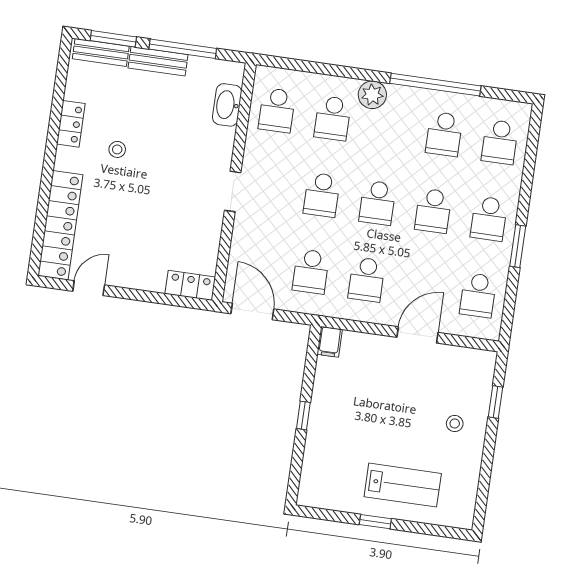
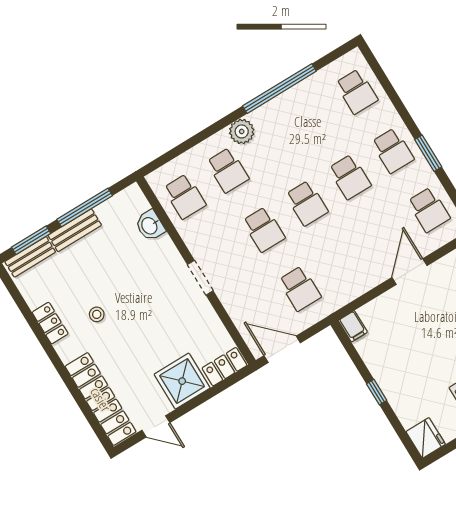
washbasin: (227, 105) -> (150, 225), width x0.72
school desk: (444, 134) -> (314, 118), removed
shower: (143, 268) -> (182, 381), added
school desk: (367, 279) -> (343, 262), removed
door: (89, 288) -> (156, 426), swing flipped
fridge: (313, 490) -> (426, 438), added

